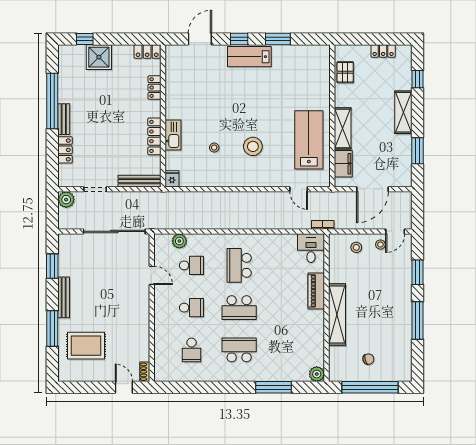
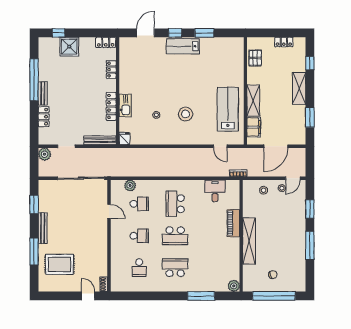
desk: (311, 248) -> (215, 191), moved

